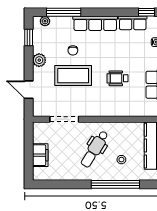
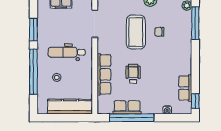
row of seats: (95, 23) -> (104, 74), moved, turned 180
dental chair: (95, 149) -> (67, 52), turned -32
window: (71, 184) -> (33, 30), added

